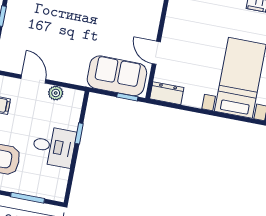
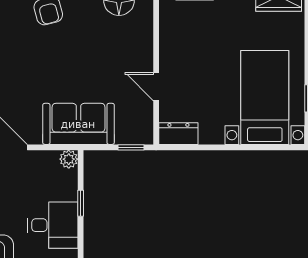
sofa: (117, 76) -> (78, 124), moved
plant: (56, 93) -> (69, 159), moved

